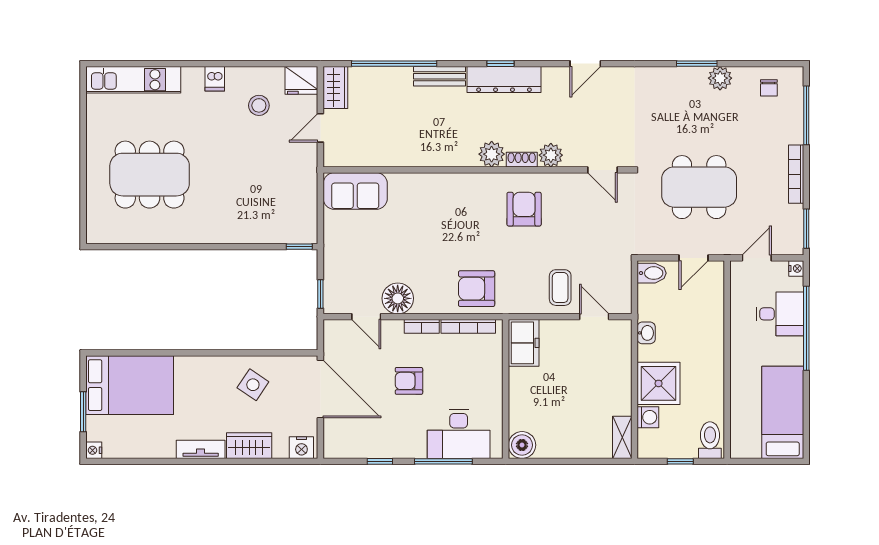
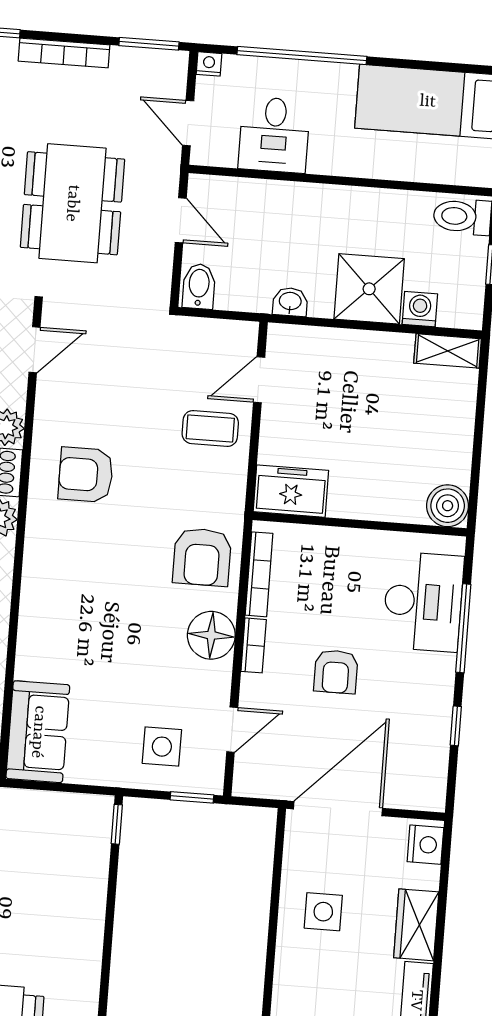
side table: (352, 272) -> (162, 747), added
floor lamp: (398, 298) -> (211, 635), moved
desk: (780, 314) -> (274, 135), moved, turned 180
side table: (253, 385) -> (323, 912), turned -34

